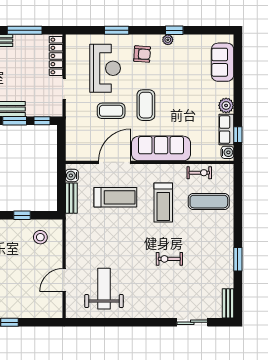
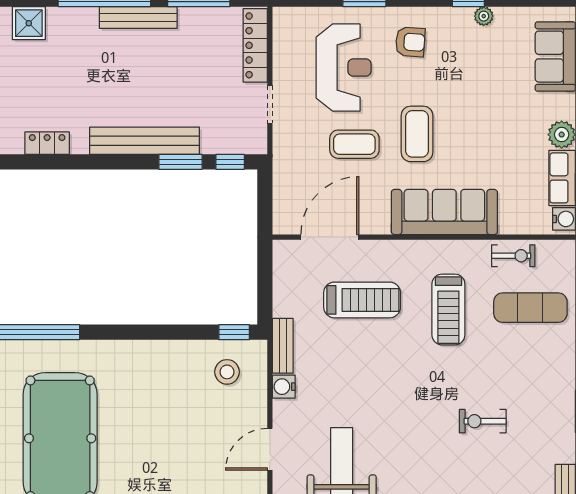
plant: (168, 40) -> (484, 16), moved
door: (115, 162) -> (330, 237), moved
water cooler: (72, 175) -> (284, 387), moved
bench: (71, 198) -> (283, 346), moved
window: (22, 215) -> (234, 332), moved
exercise bike: (169, 259) -> (483, 421), moved

